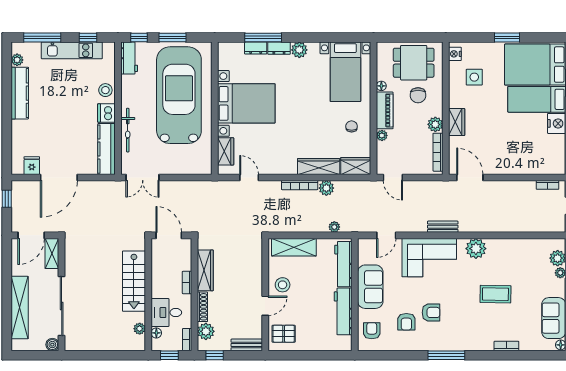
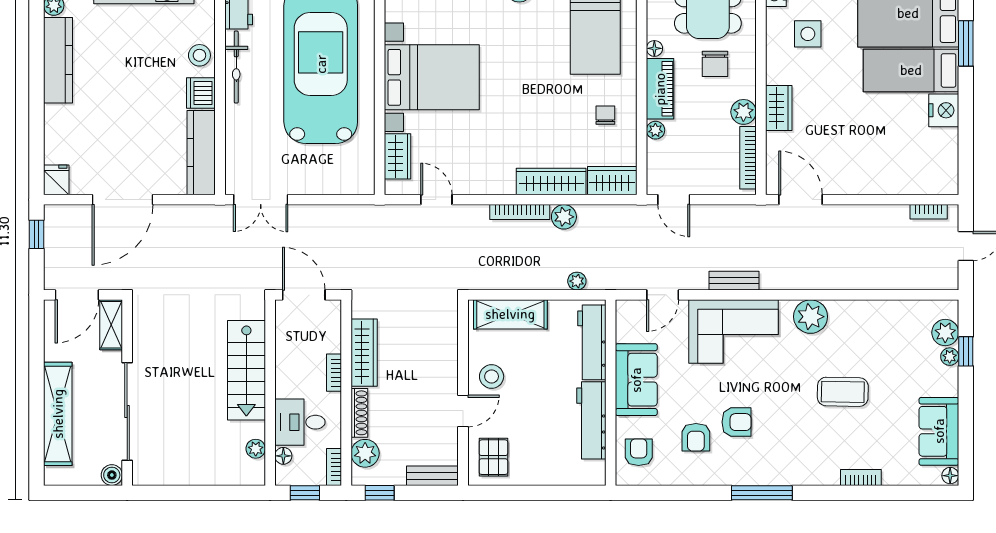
bicycle: (128, 130) -> (236, 67), moved
fridge: (32, 166) -> (56, 180), moved
bench: (443, 227) -> (734, 281), moved
pallet: (284, 334) -> (493, 457), turned 90

